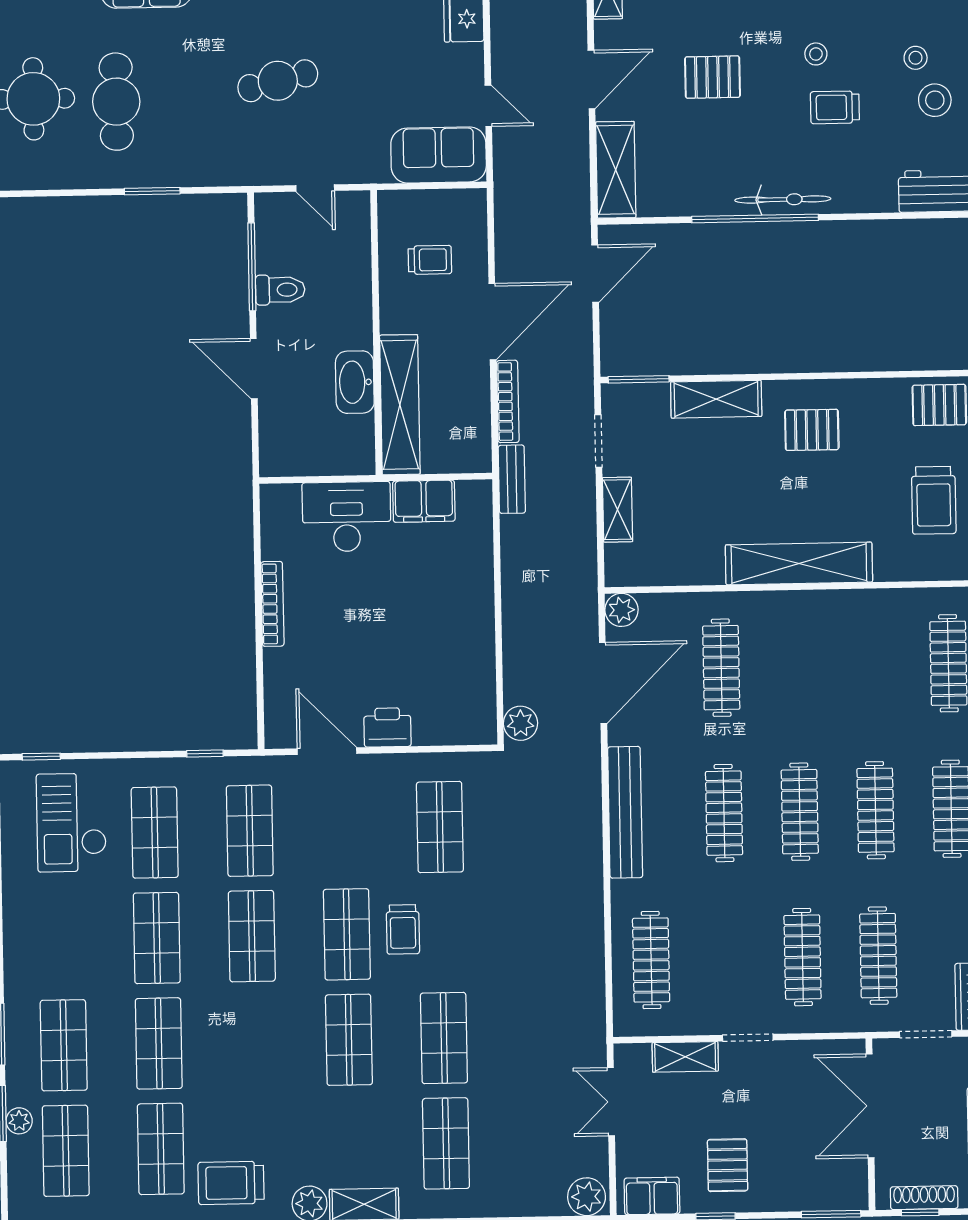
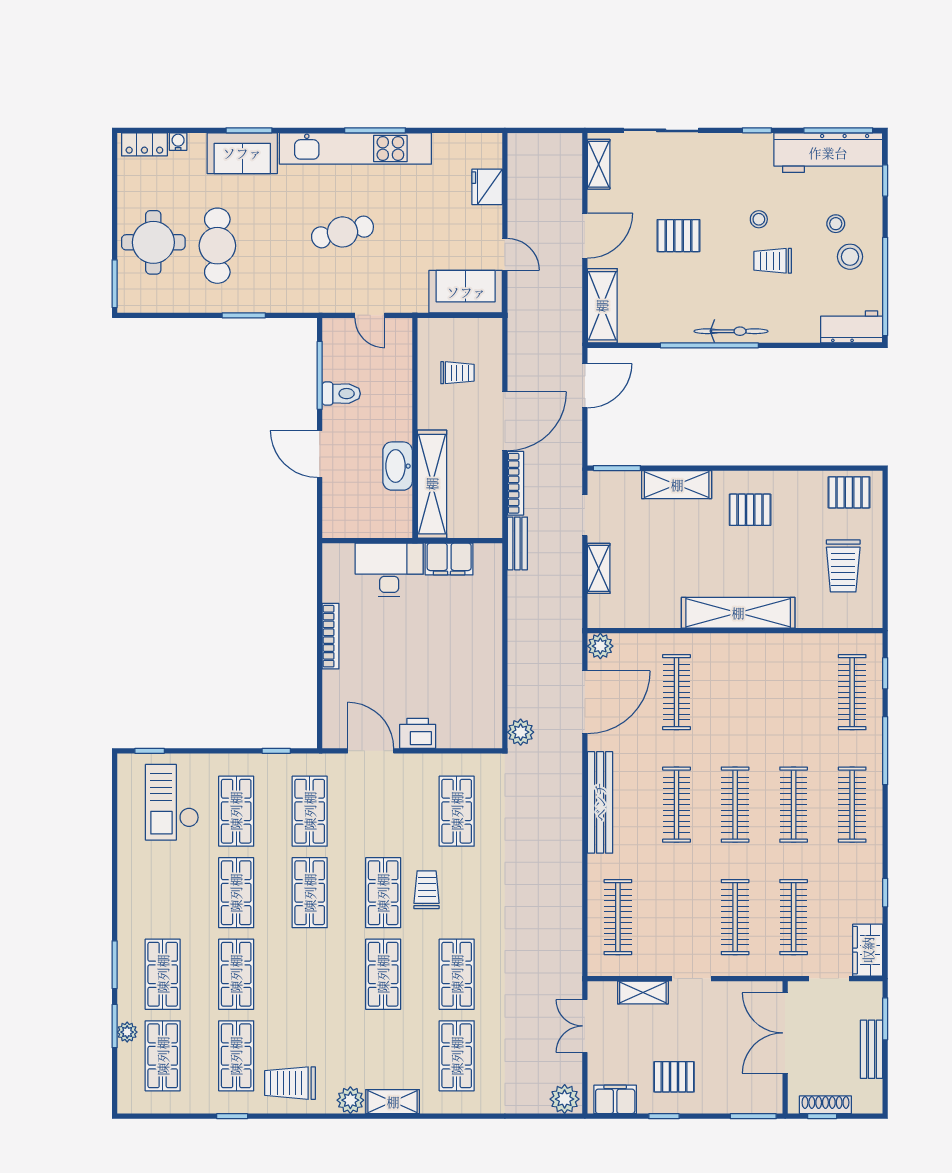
trolley: (403, 929) -> (427, 890), turned 180
pallet: (728, 1165) -> (674, 1077), turned 90

